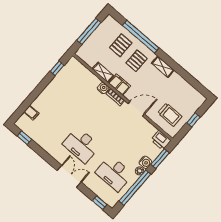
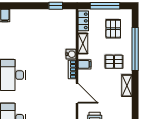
pallet: (121, 45) -> (113, 29), moved, turned 90
locker: (86, 57) -> (83, 21), added
filing cabinet: (120, 85) -> (84, 64), width x0.50

